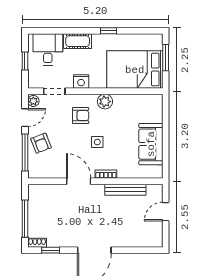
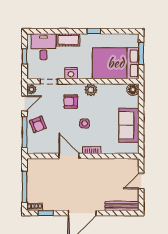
floor lamp: (156, 101) -> (133, 90), added
armchair: (81, 116) -> (71, 101), turned 180
bench: (125, 190) -> (122, 206), moved

